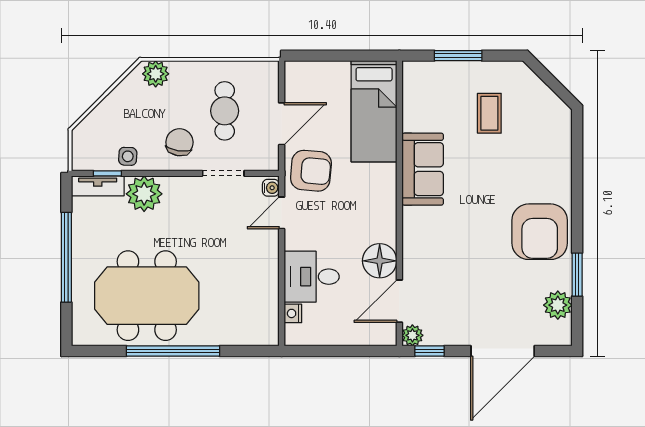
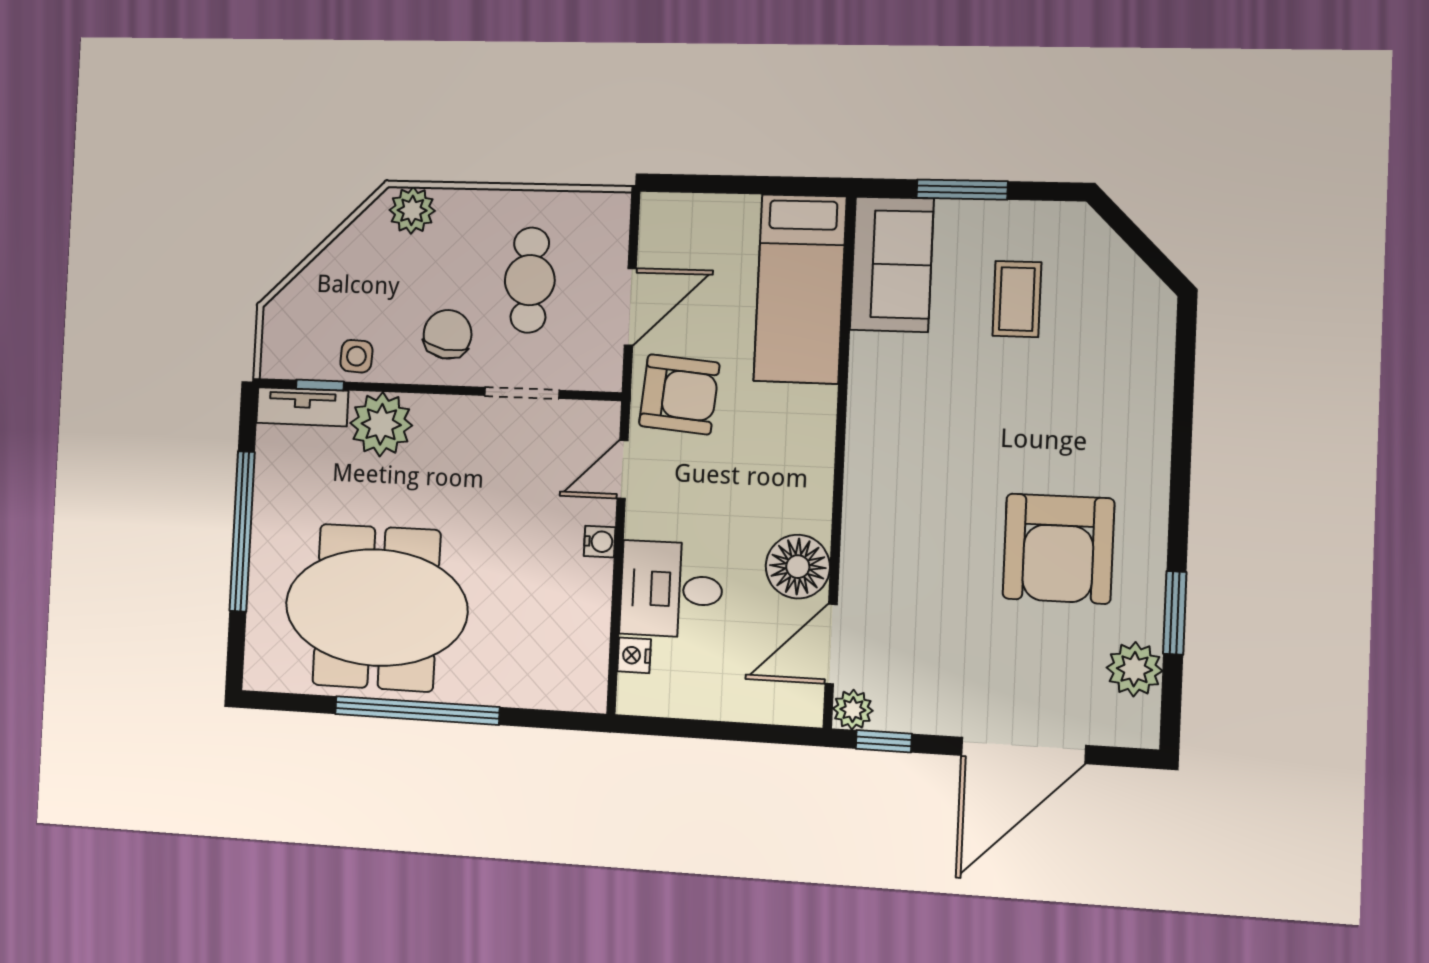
sofa: (423, 169) -> (892, 264), moved
water cooler: (271, 188) -> (600, 542), moved
armchair: (540, 232) -> (1058, 549), moved

